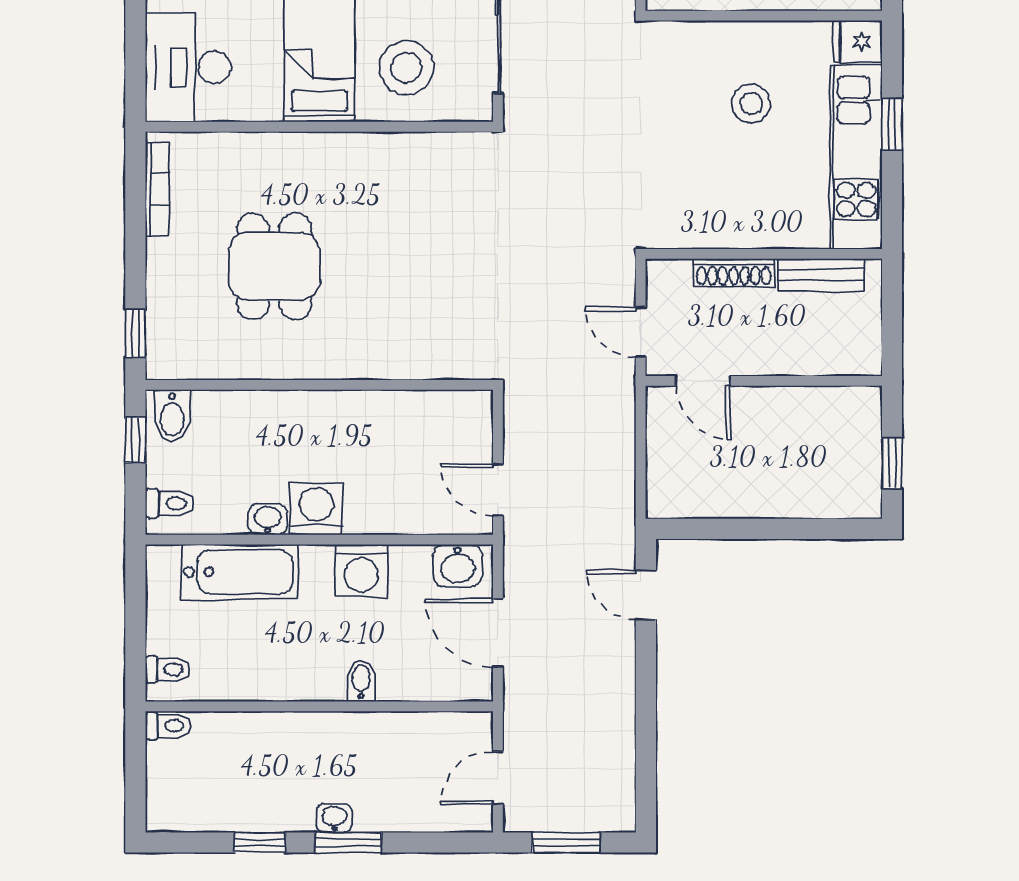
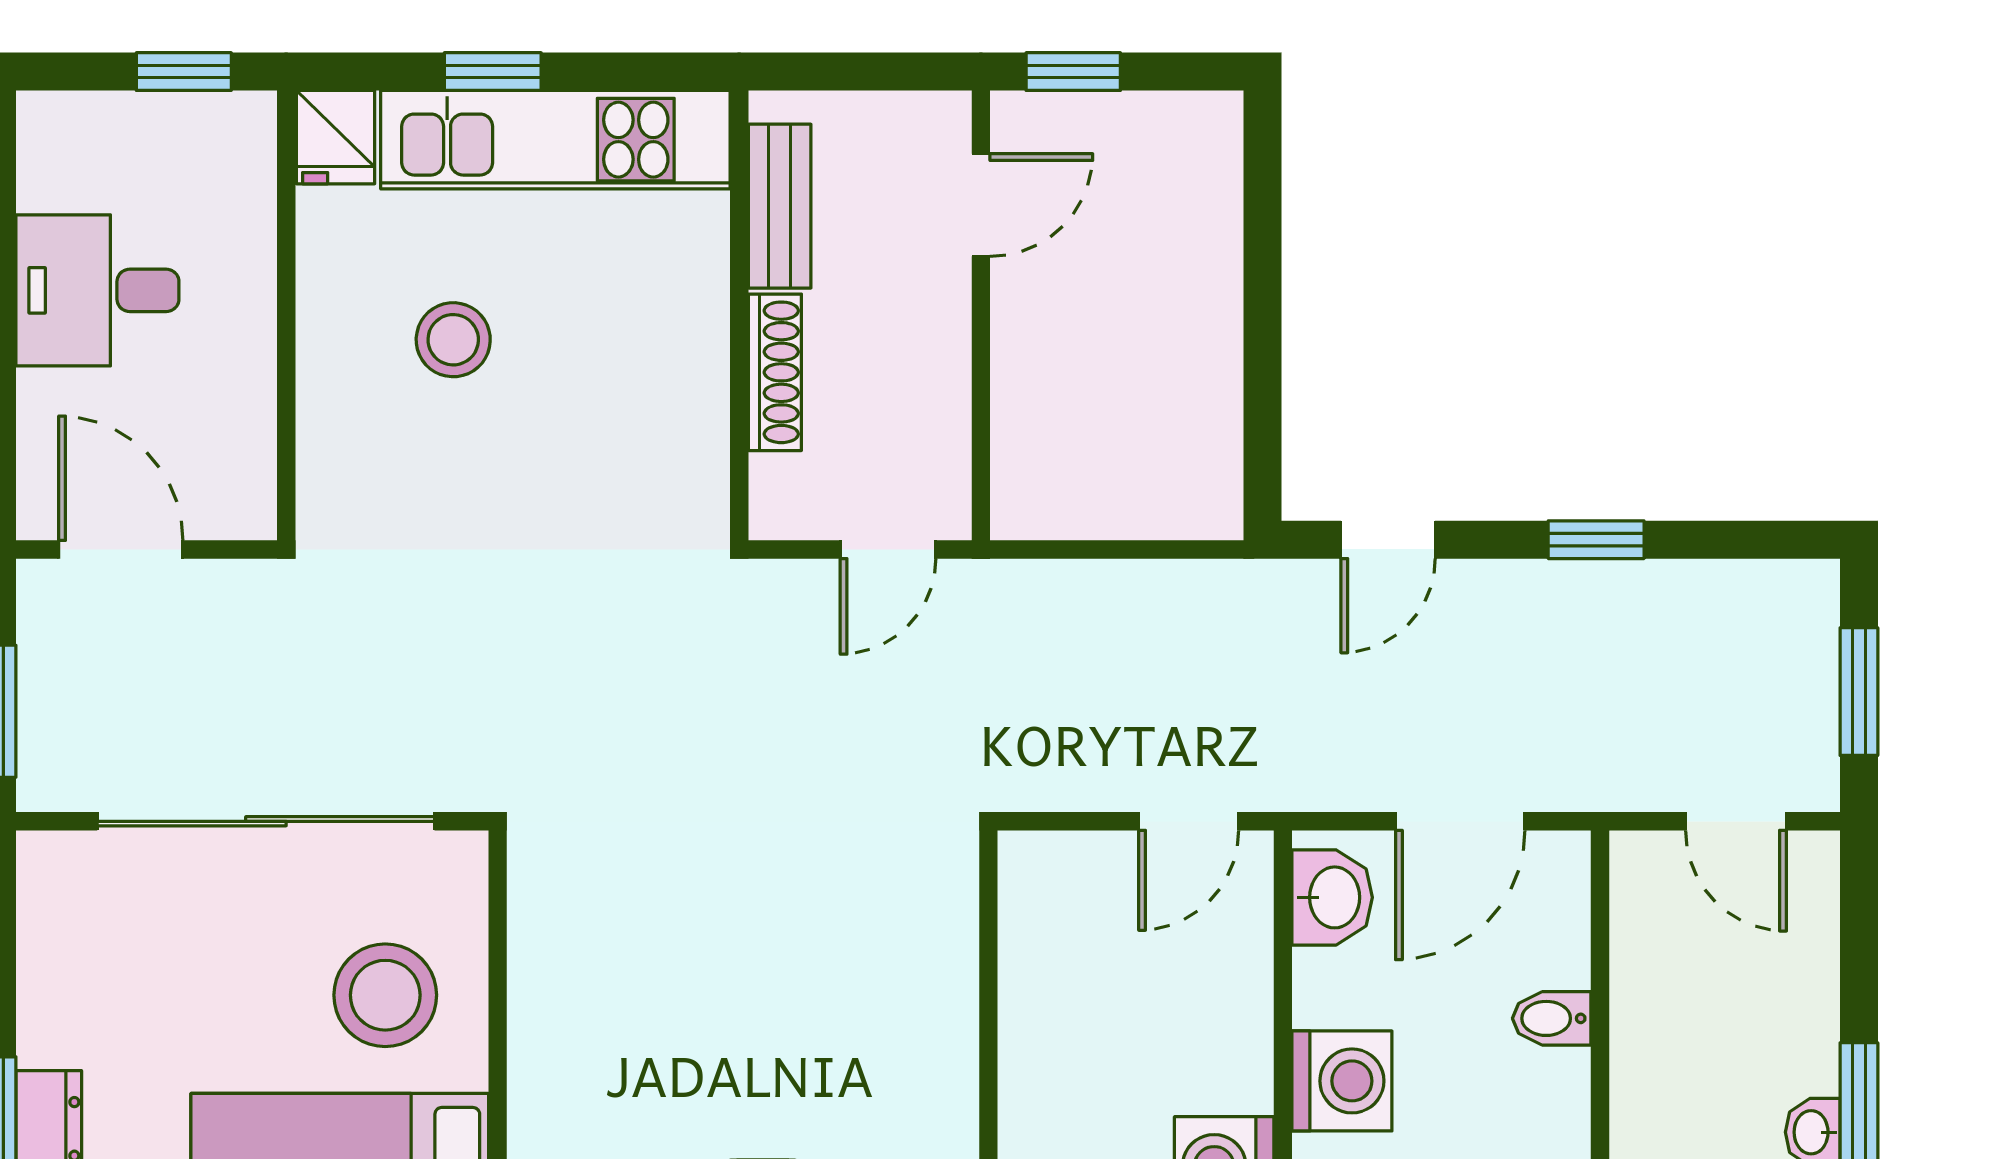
door: (703, 381) -> (981, 205), moved
window: (892, 463) -> (1073, 72), moved
bidet: (361, 681) -> (1552, 1018), moved
window: (646, 704) -> (1596, 540), added

